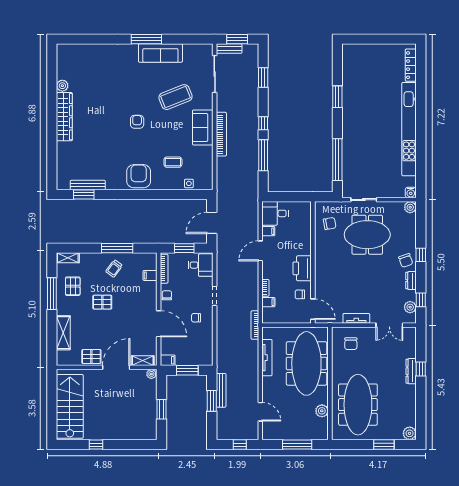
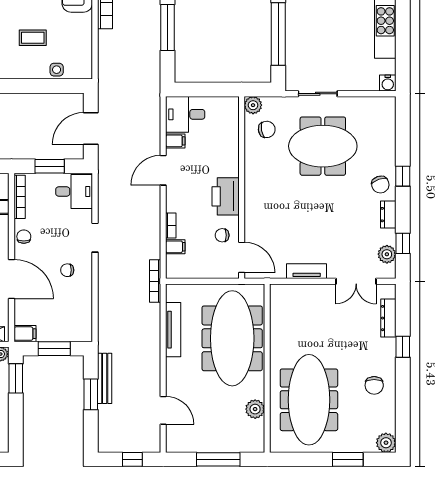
plant: (410, 207) -> (253, 105), moved
chair: (351, 344) -> (374, 385), moved
dresser: (411, 371) -> (388, 318), moved
window: (162, 409) -> (16, 378), moved

